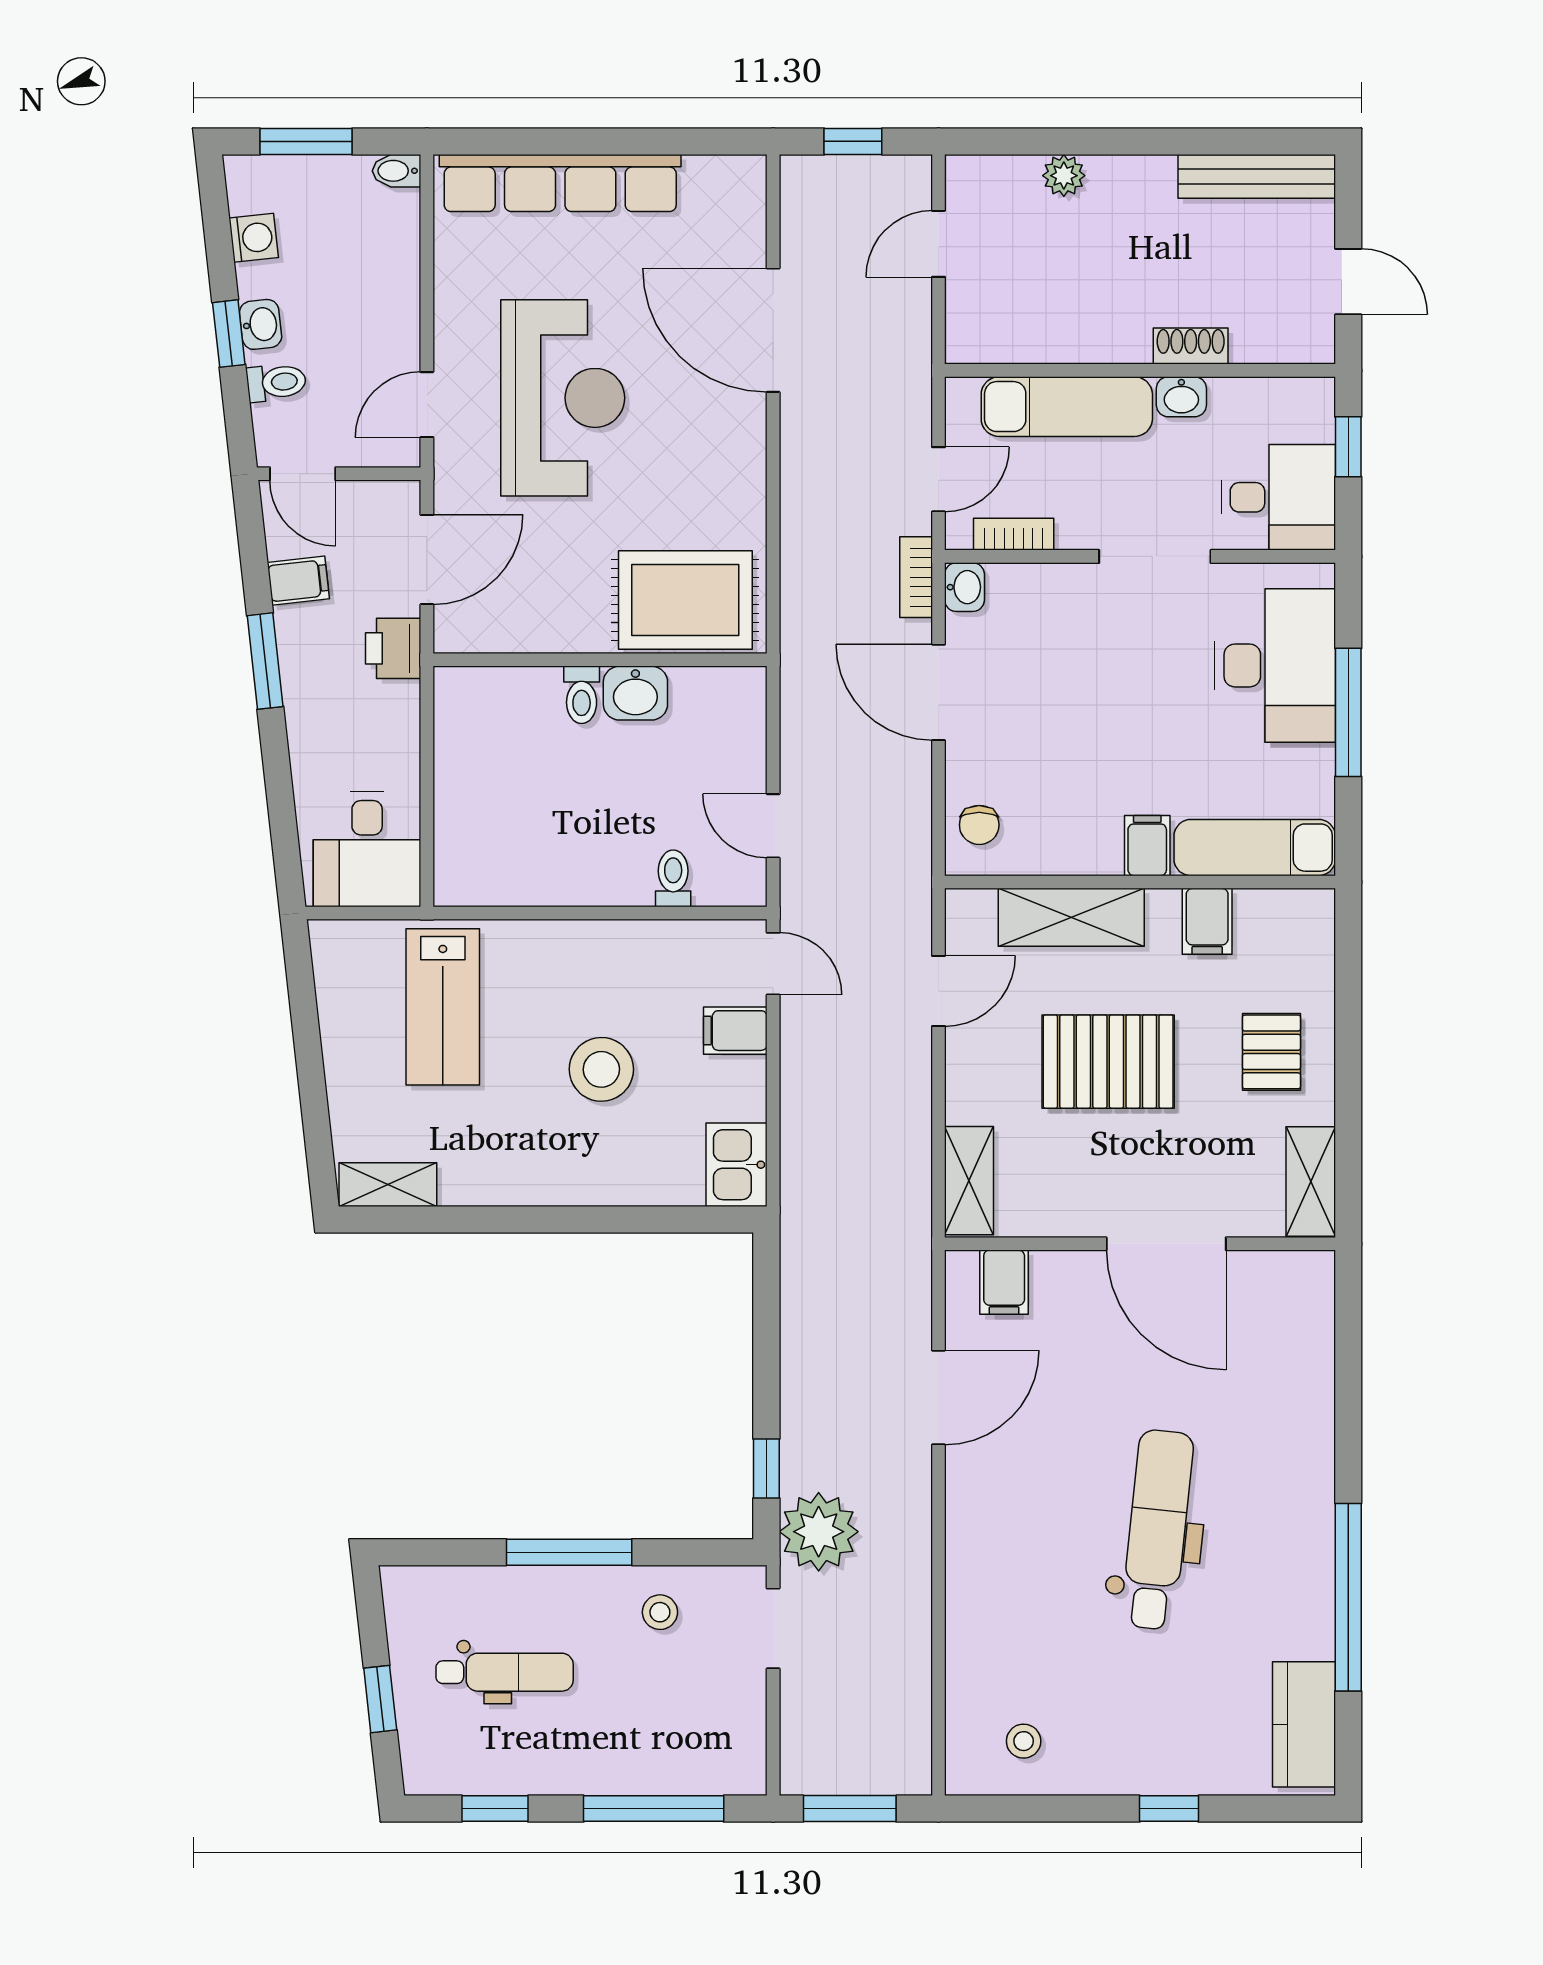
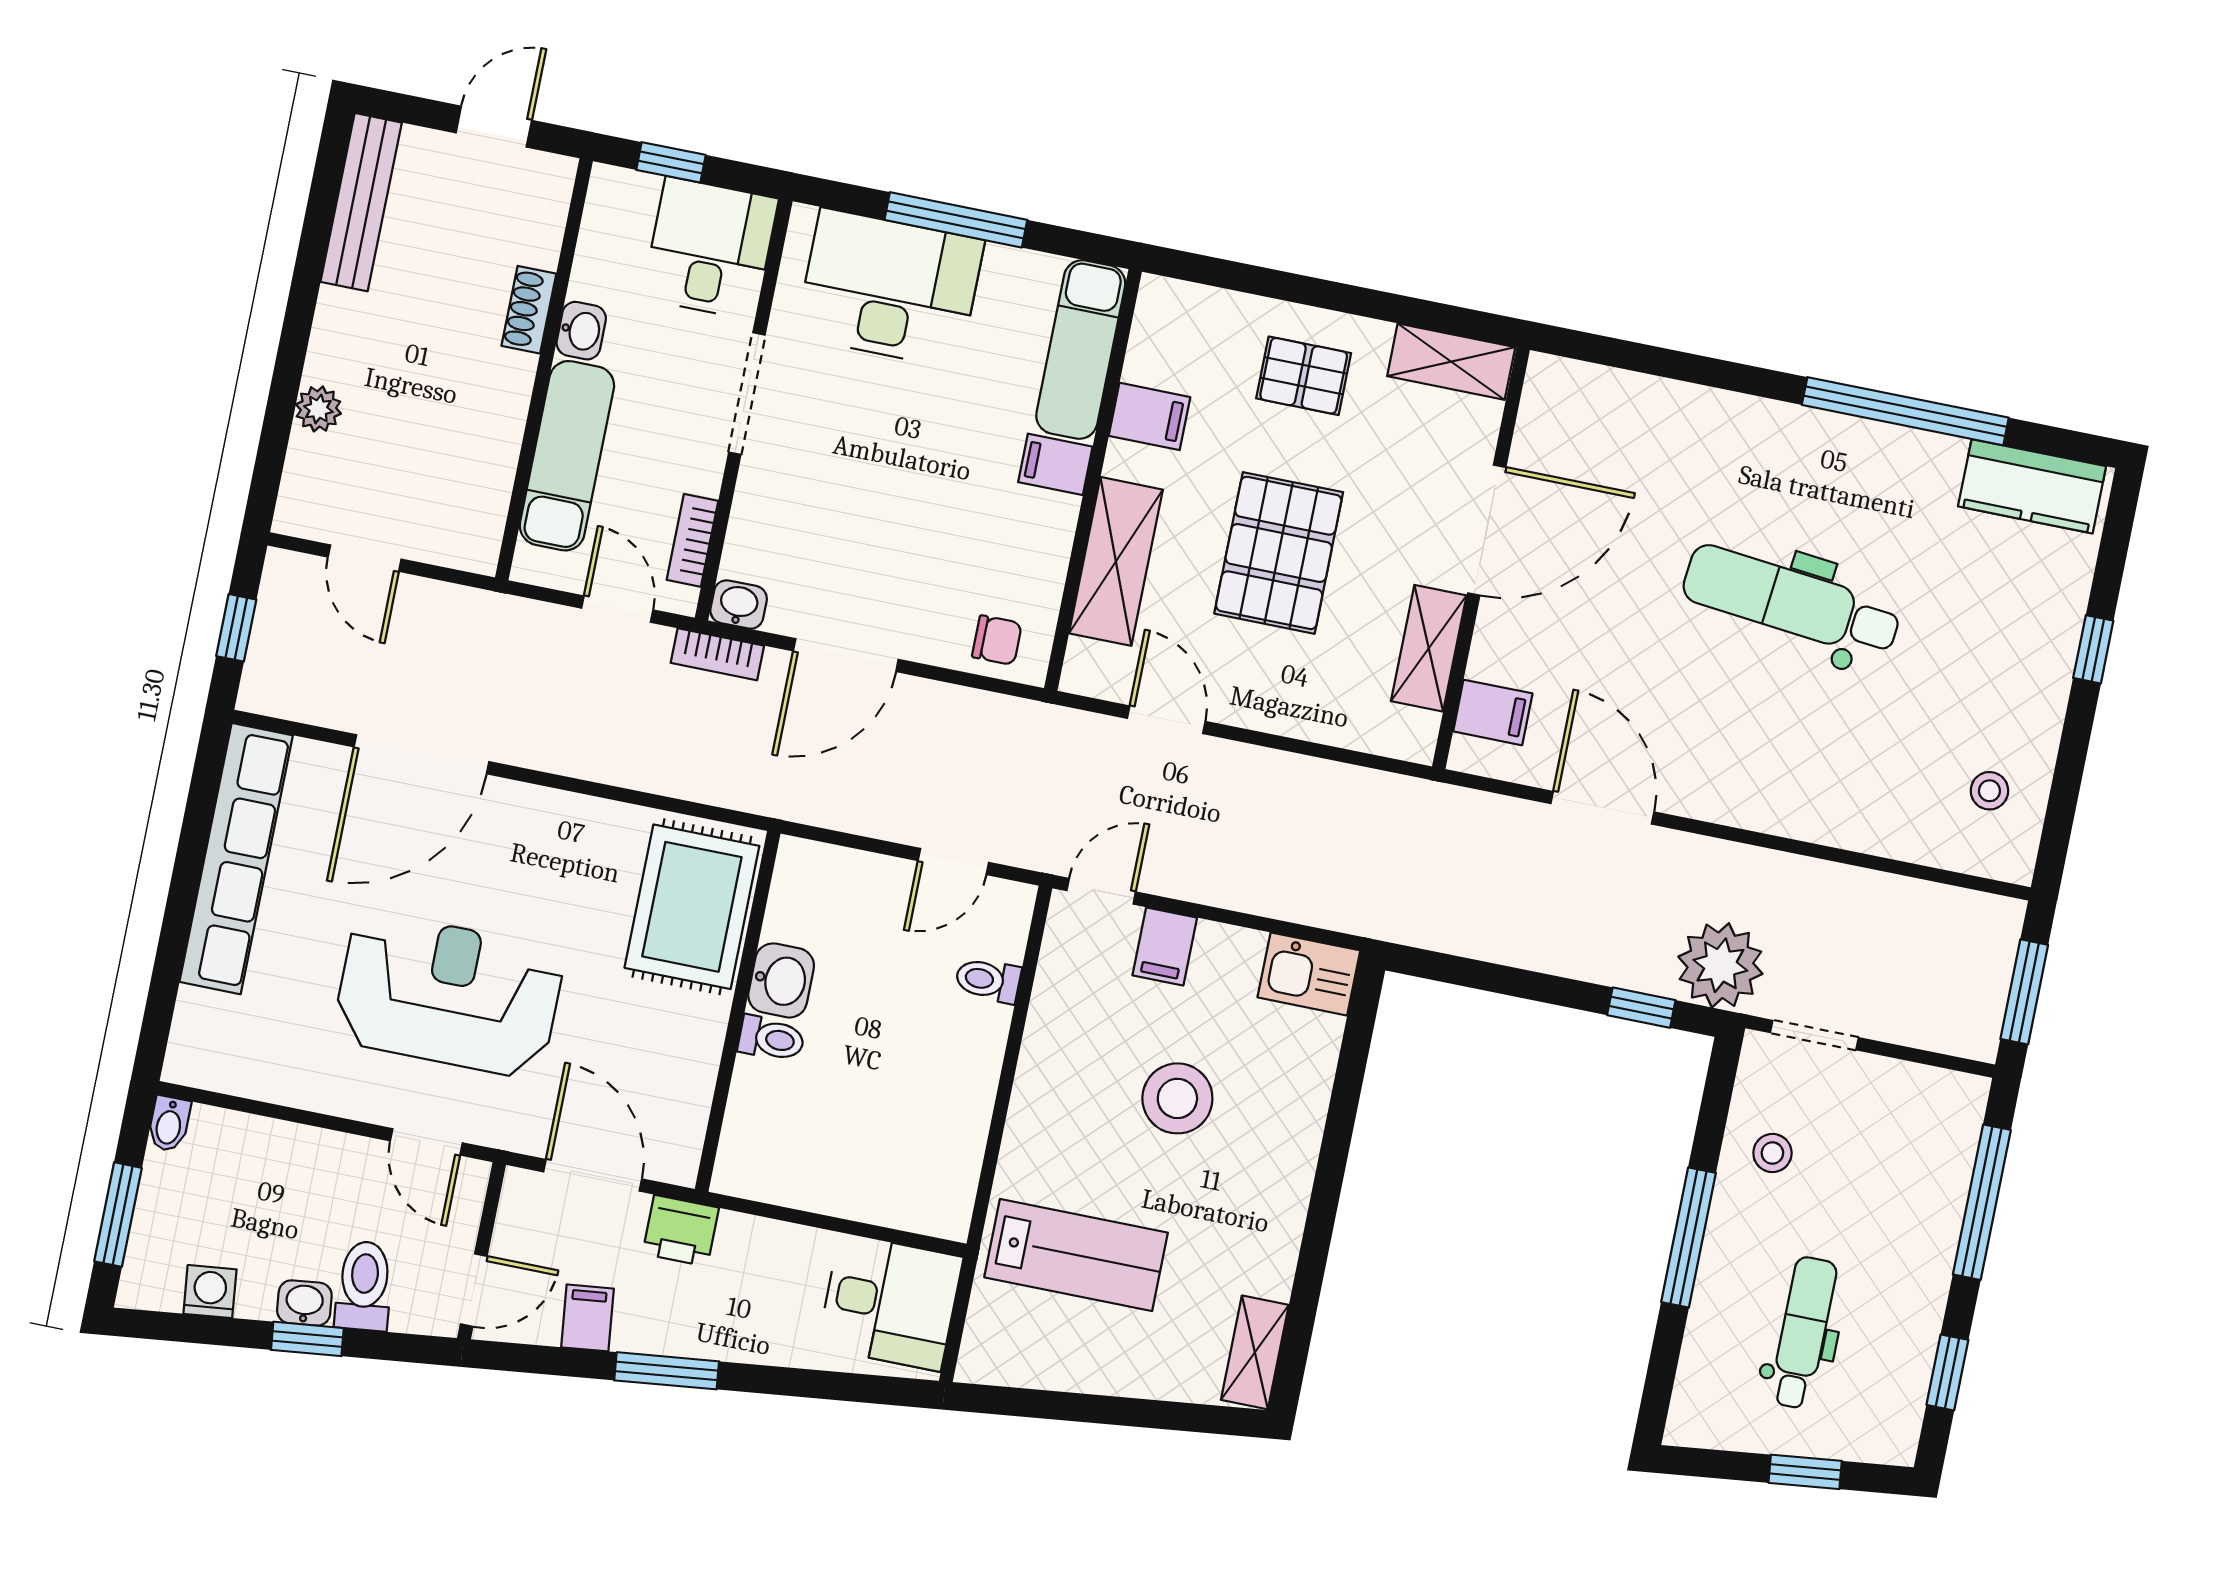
row of seats: (560, 183) -> (236, 859), moved
toilet: (276, 382) -> (364, 1286), width x1.37, depth x1.39
shelving: (969, 1181) -> (1429, 648), moved, turned 90

